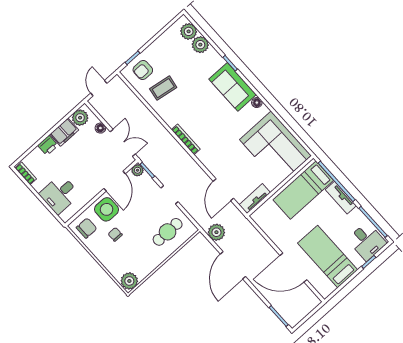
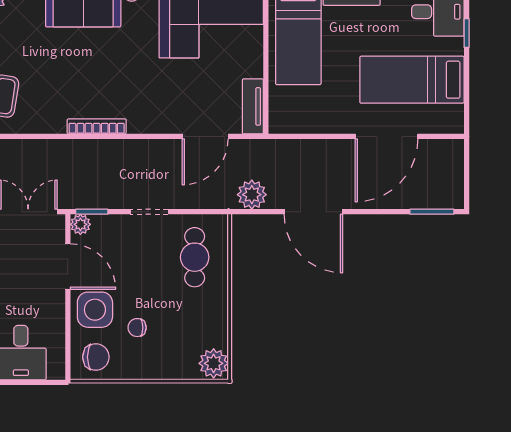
door: (223, 190) -> (205, 136), hinge flipped
chair: (87, 228) -> (96, 357), turned 90

